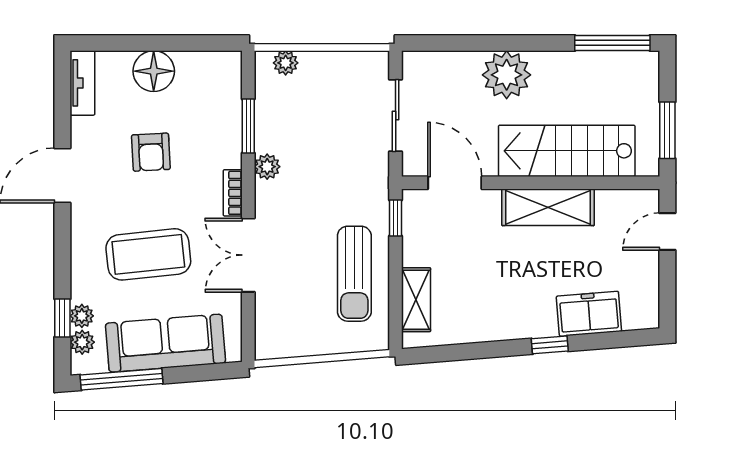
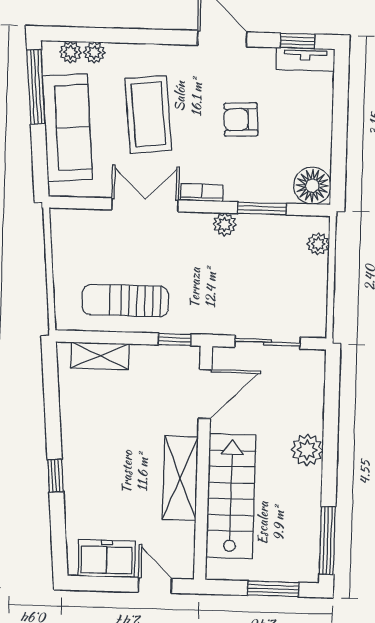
floor lamp: (154, 71) -> (312, 186), moved
plant: (507, 75) -> (307, 450), width x0.73, depth x0.73
window: (667, 130) -> (273, 589), moved
freezer: (589, 314) -> (107, 559), moved, turned -85
window: (62, 318) -> (297, 41), moved

